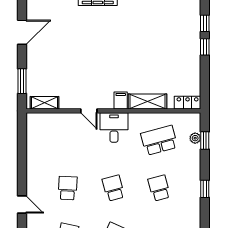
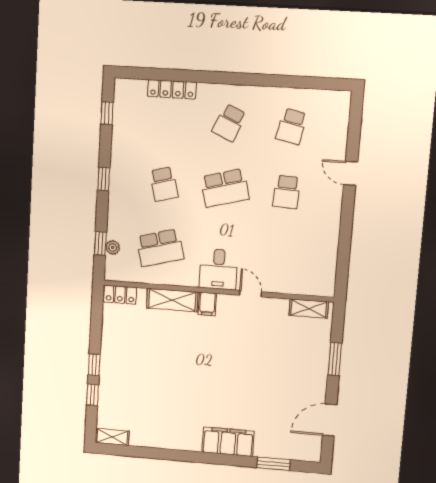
door: (22, 32) -> (330, 420), moved
window: (22, 81) -> (335, 359), moved
school desk: (113, 188) -> (225, 188), width x1.85

